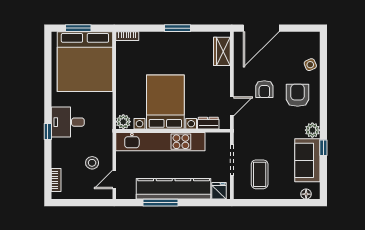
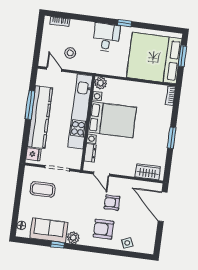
armchair: (298, 95) -> (103, 229), turned 180
window: (48, 132) -> (125, 23), moved

